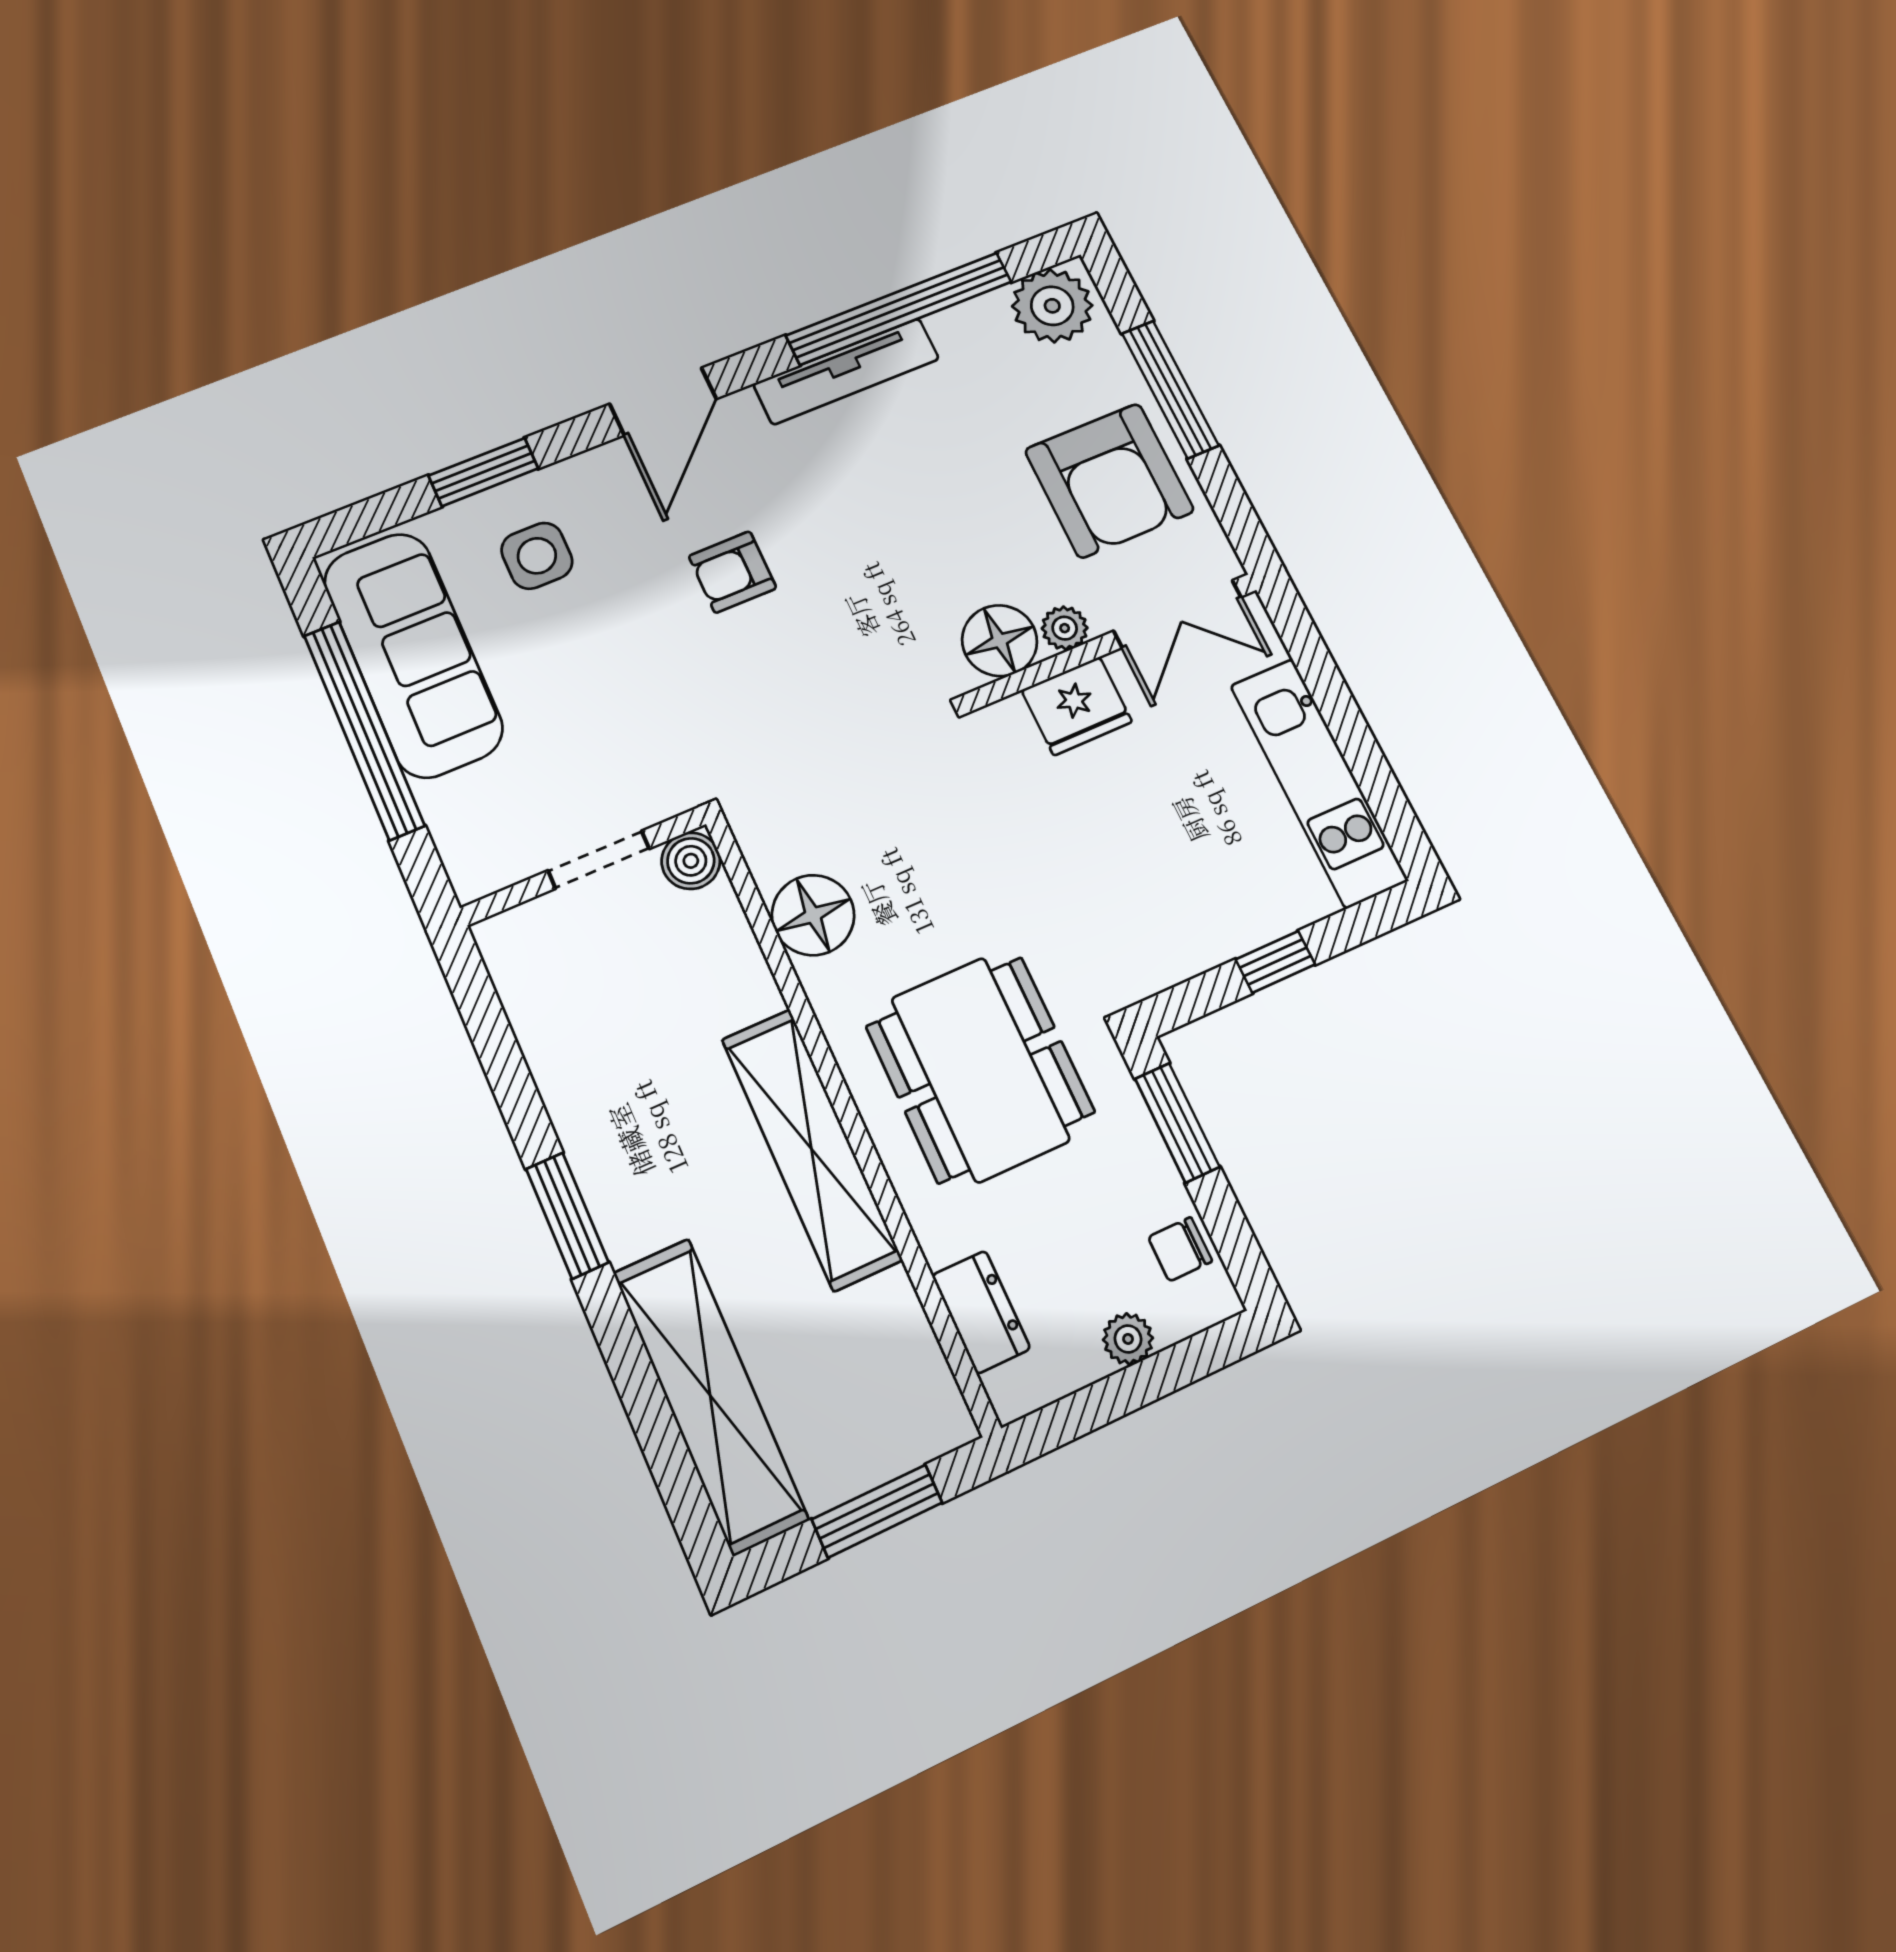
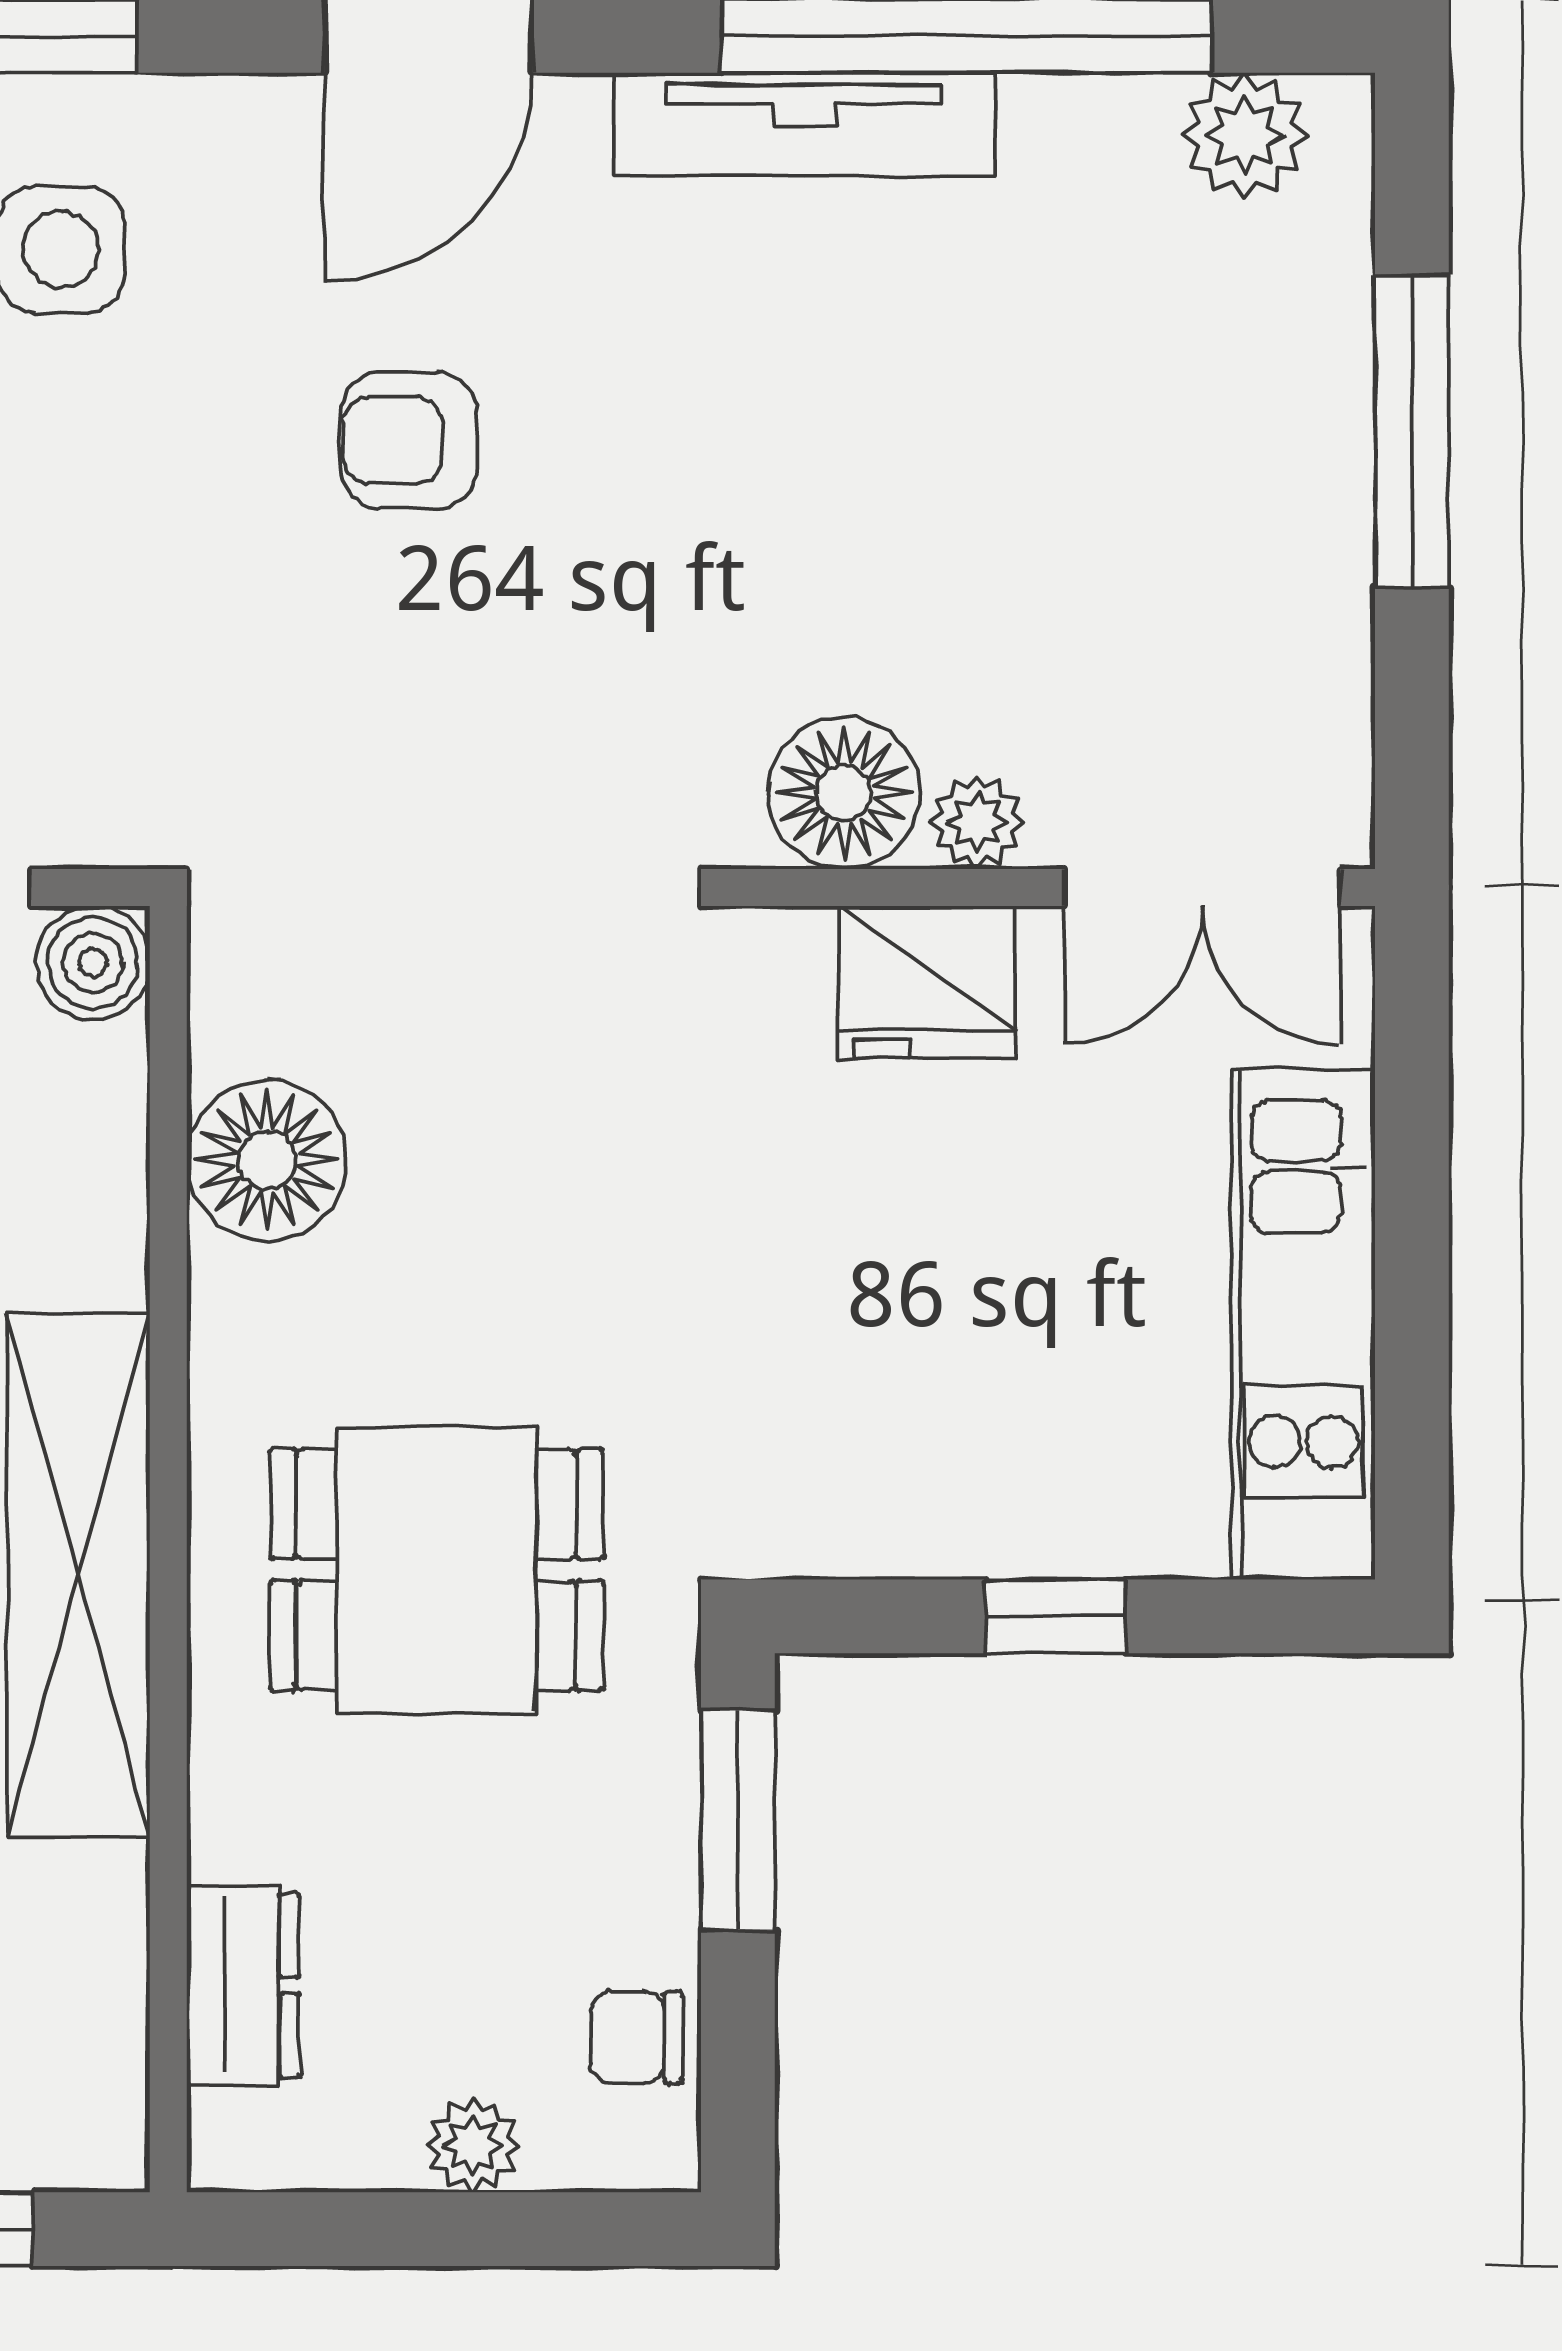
plant: (1052, 306) -> (1244, 135), width x0.73, depth x0.73
armchair: (1109, 480) -> (1203, 566), removed
dining table: (980, 1069) -> (436, 1570), width x0.73

